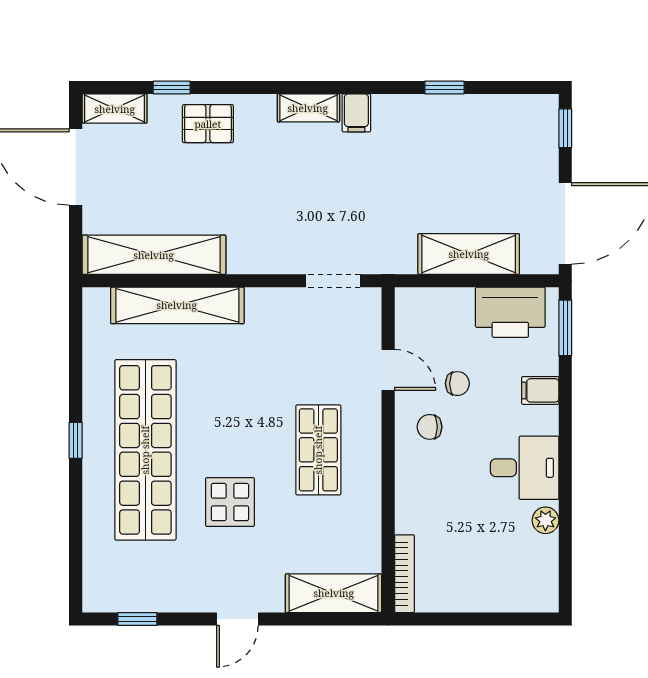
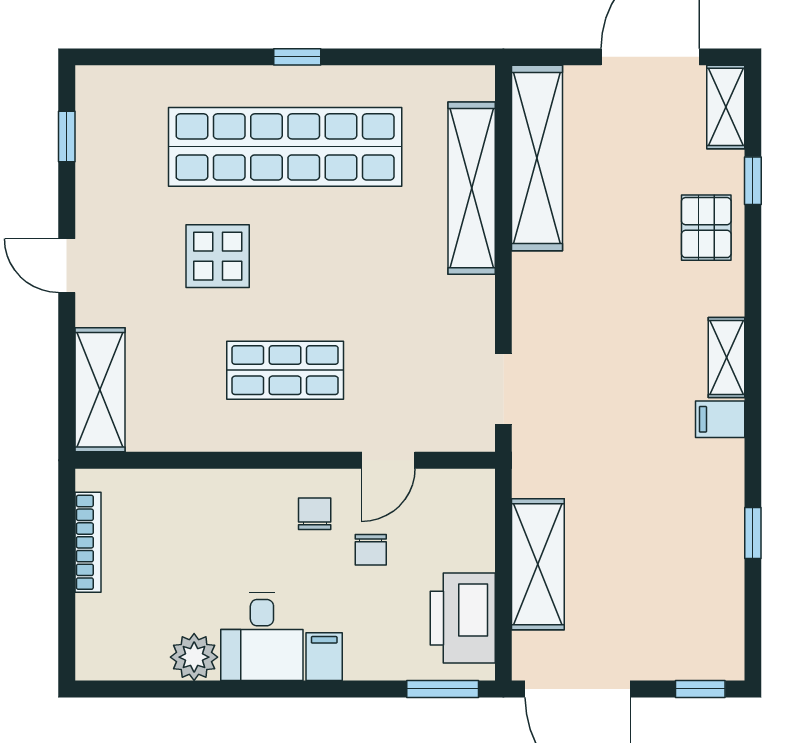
filing cabinet: (540, 390) -> (324, 657), moved
plant: (545, 520) -> (194, 657), width x1.38, depth x1.38
bookcase: (404, 574) -> (88, 542), moved, turned -90

